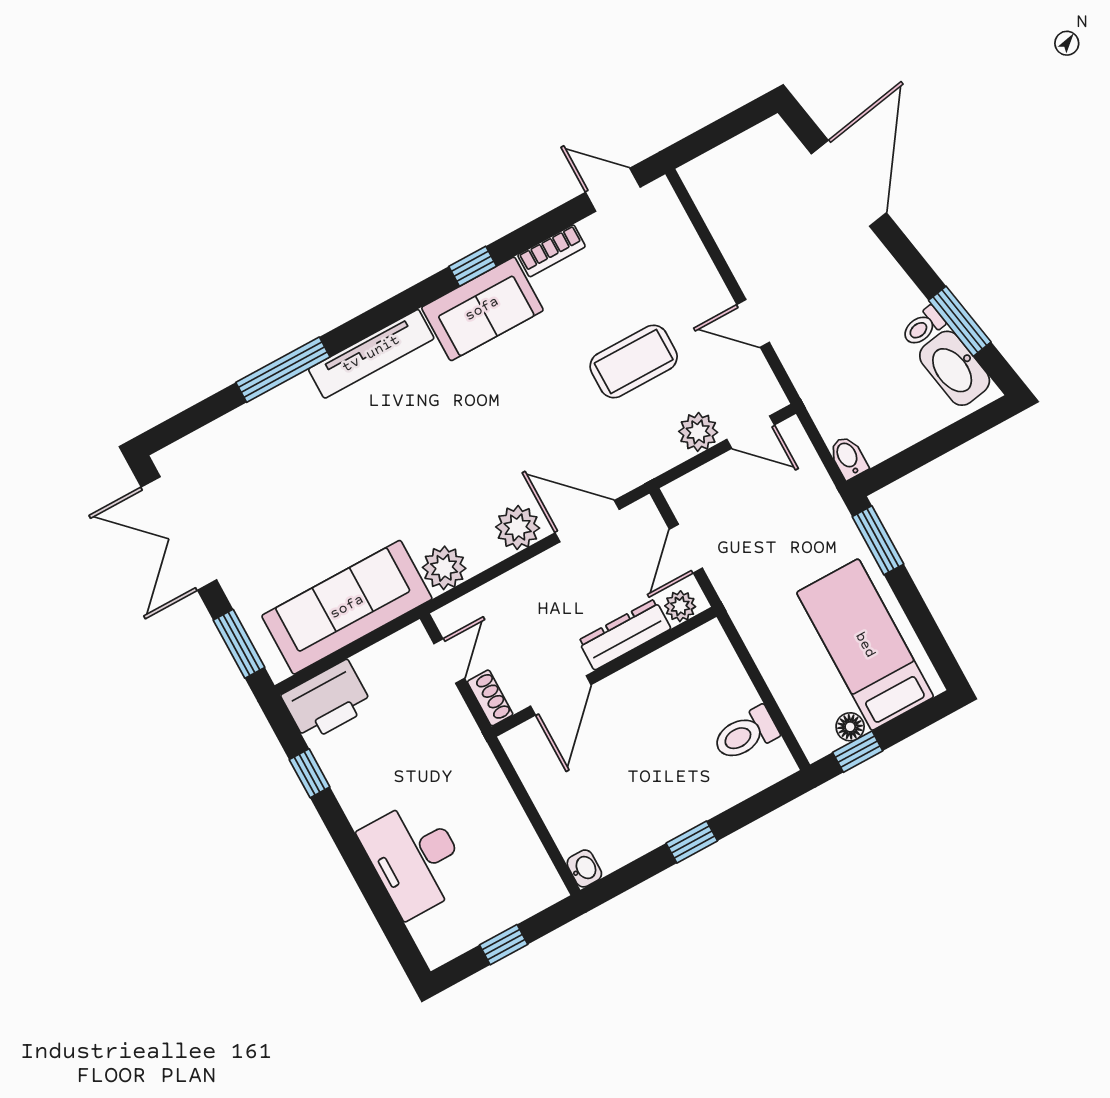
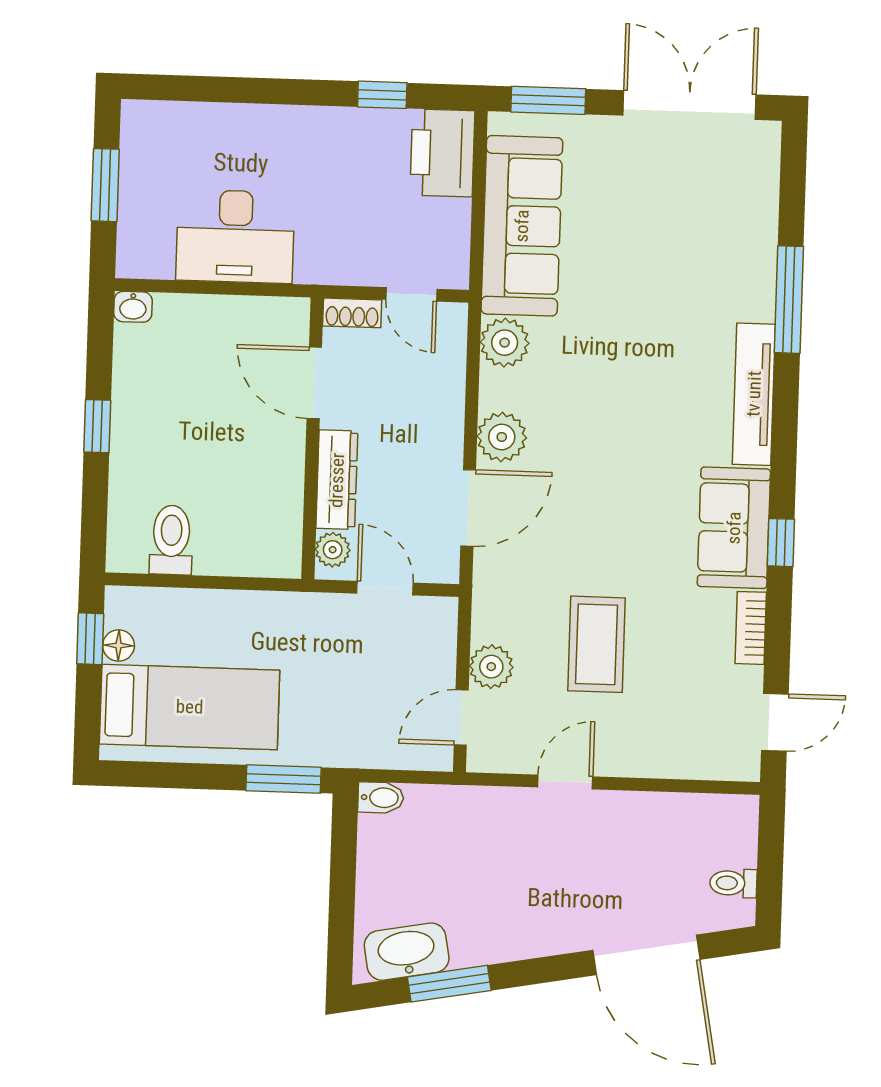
toilet: (923, 327) -> (733, 883), moved, turned -80
desk: (415, 858) -> (235, 236), moved, turned 180
window: (504, 945) -> (105, 185), width x1.50

